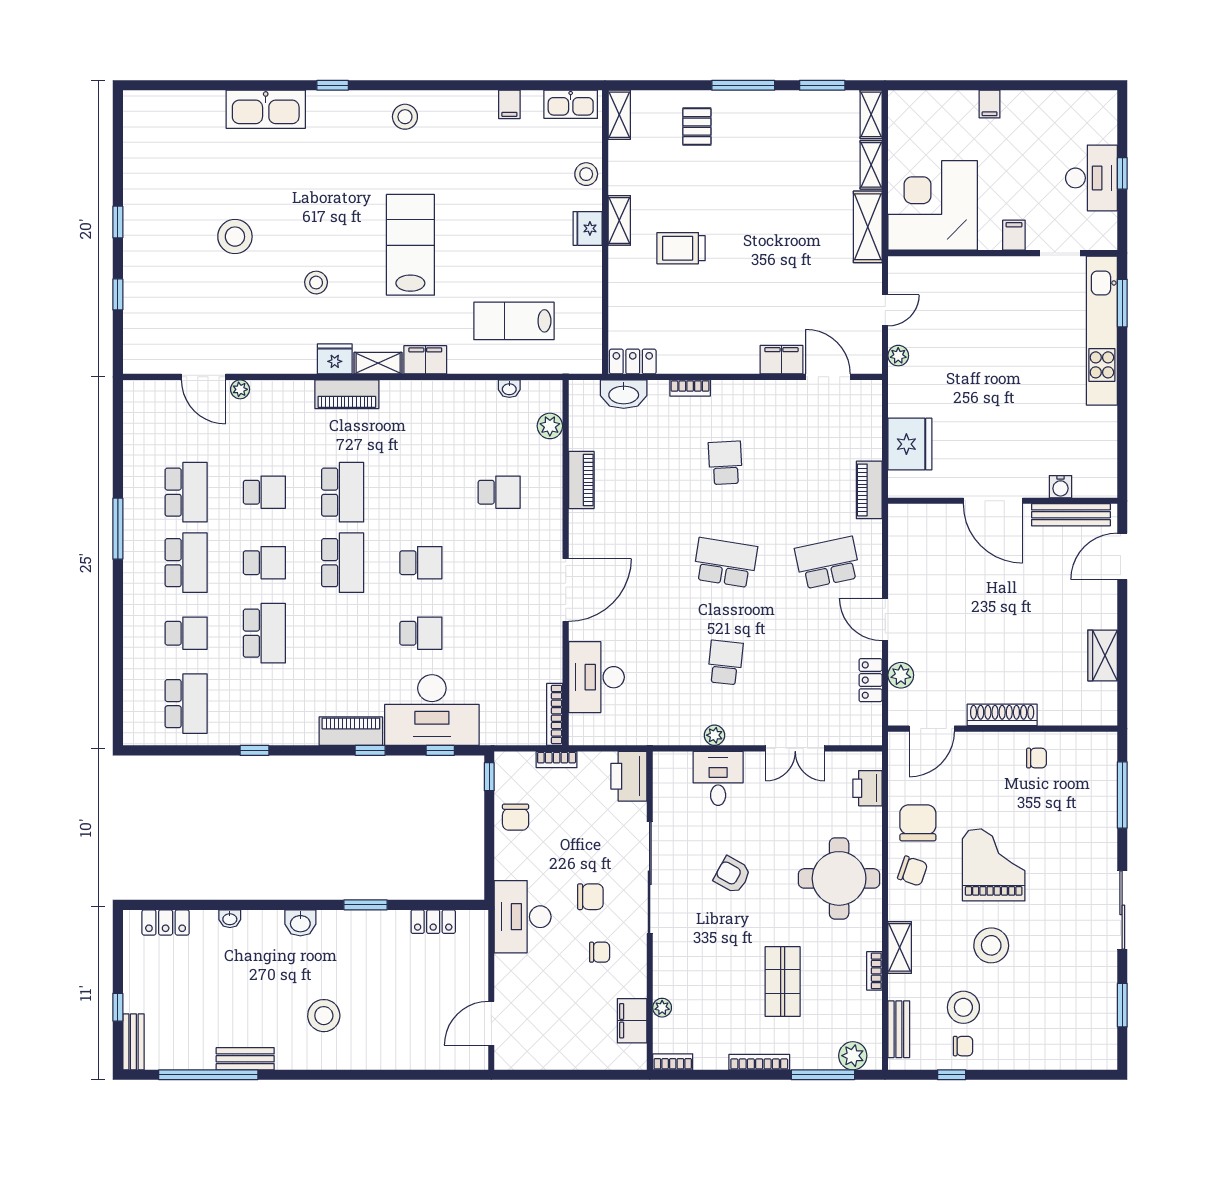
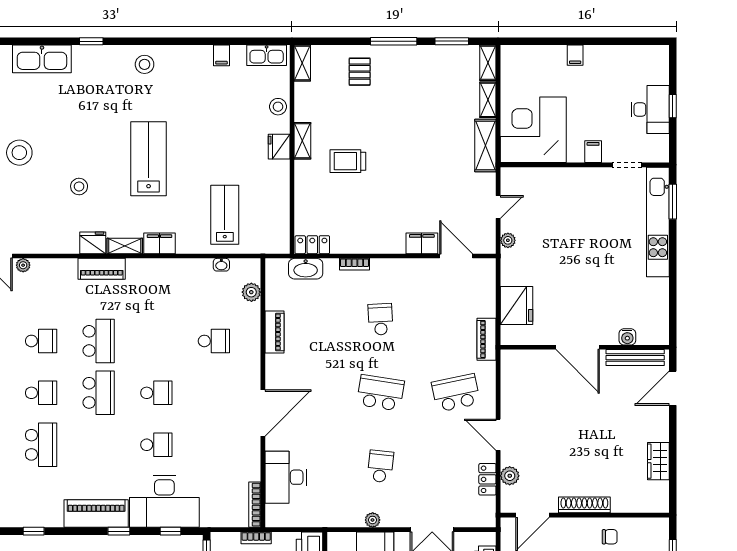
lab bench: (514, 321) -> (225, 215), turned 90
piano: (351, 731) -> (96, 514), width x1.37, depth x1.33

